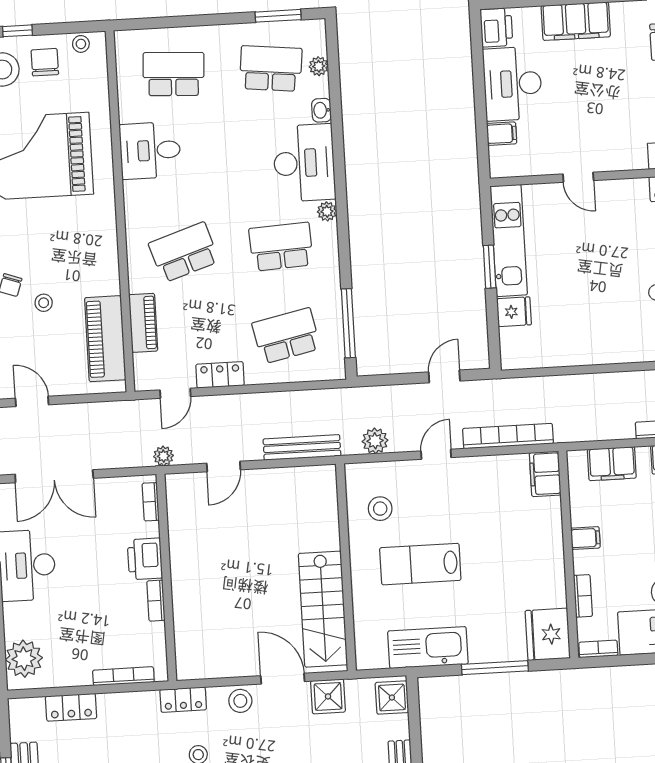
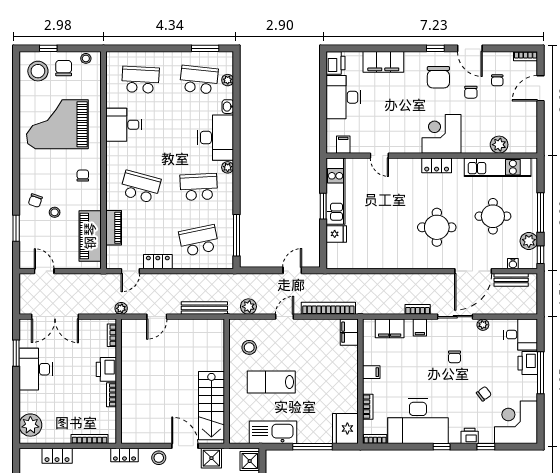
filing cabinet: (502, 134) -> (343, 145), moved, turned -90
chair: (87, 239) -> (83, 176), added
school desk: (184, 252) -> (140, 187), turned 33

